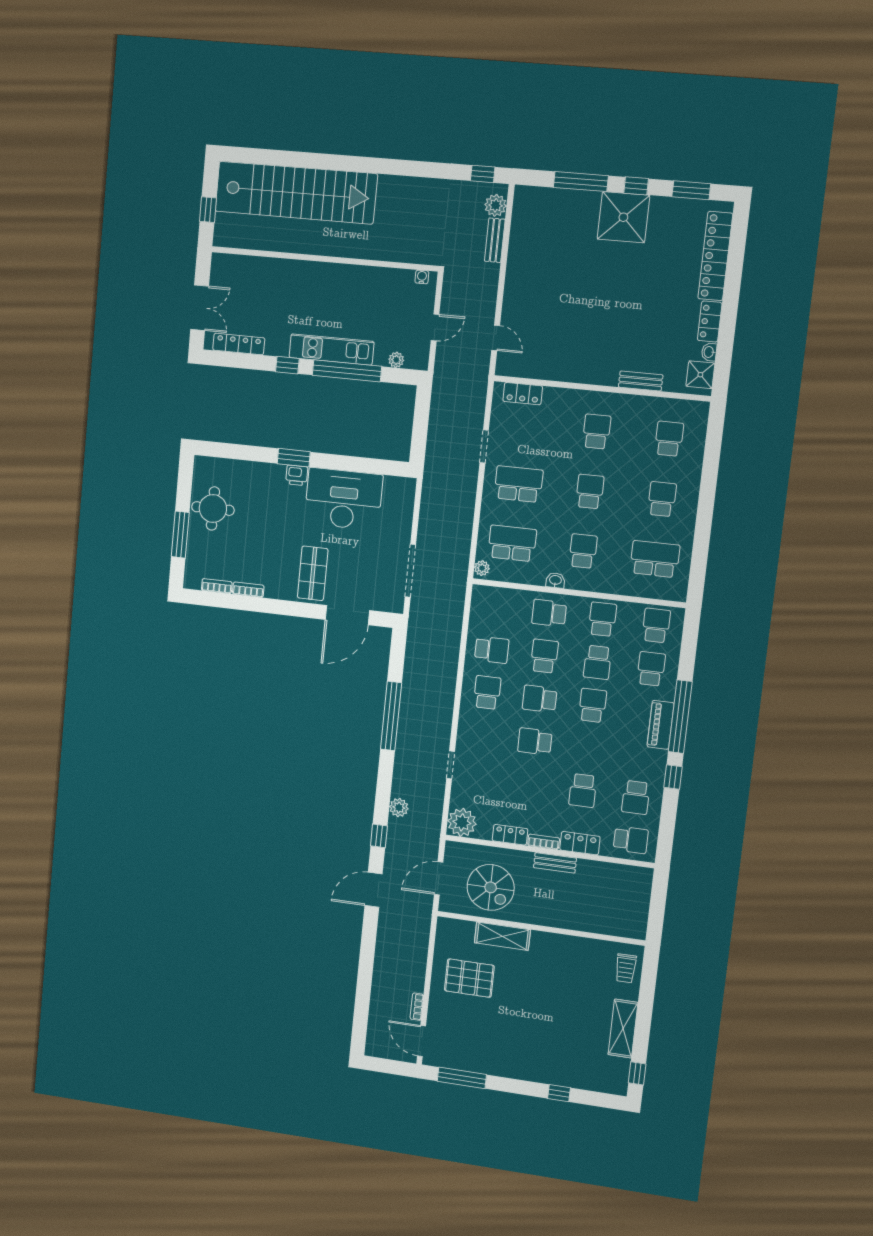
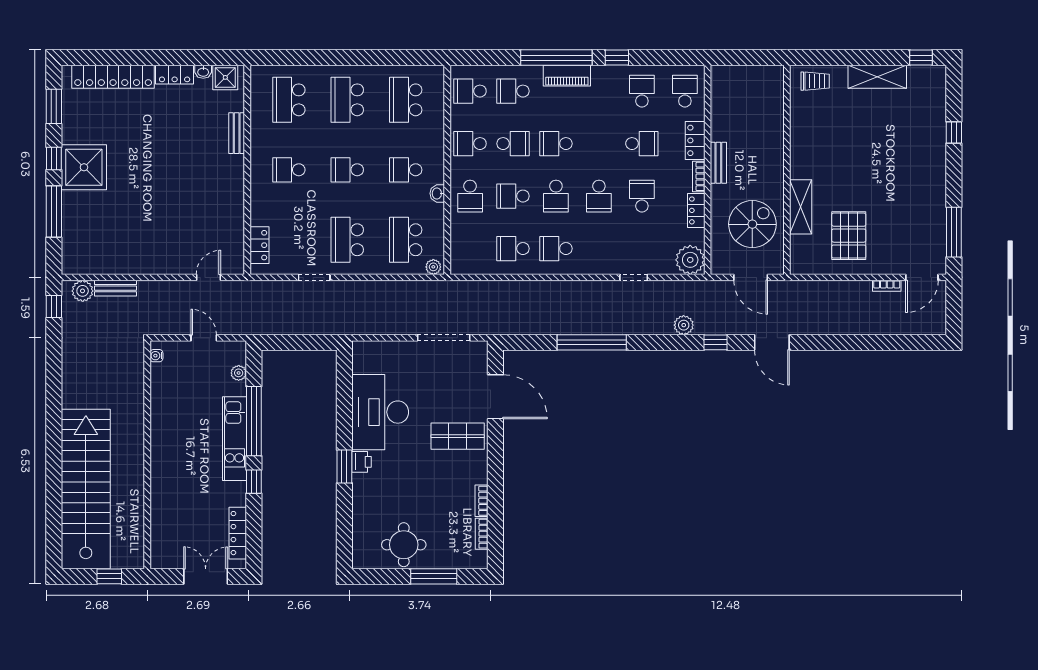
school desk: (669, 439) -> (289, 100), width x1.85
school desk: (662, 499) -> (347, 100), width x1.85
school desk: (492, 650) -> (513, 249), turned -90
school desk: (530, 784) -> (642, 196), added
school desk: (636, 797) -> (642, 91), turned -90

